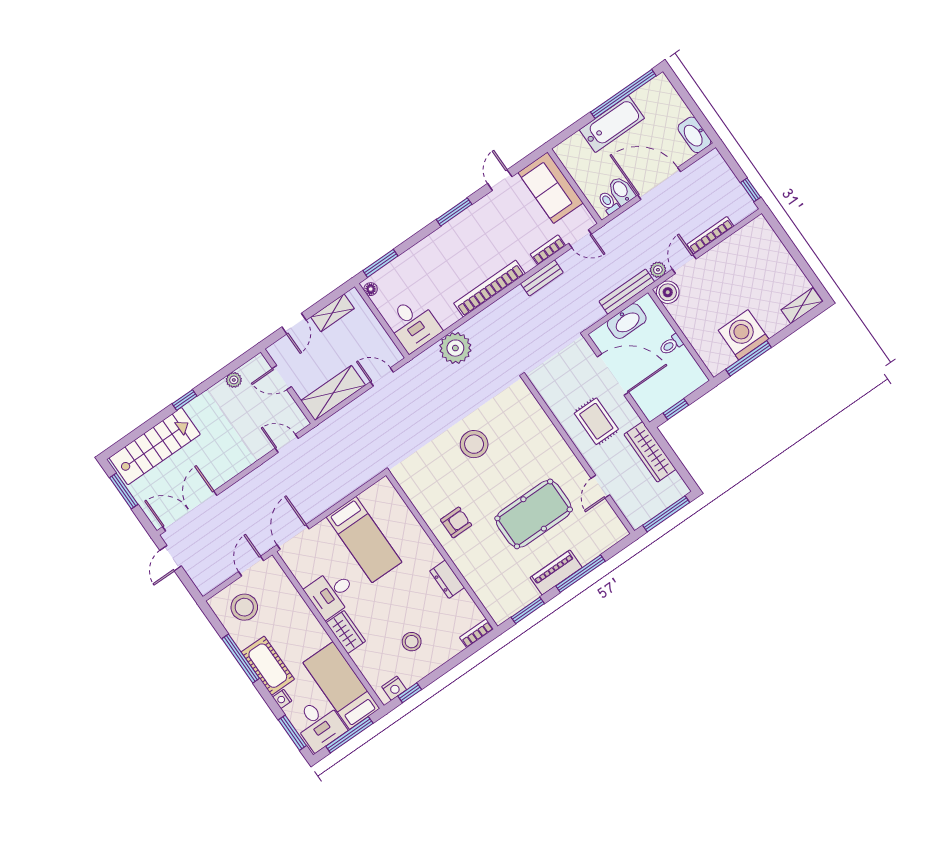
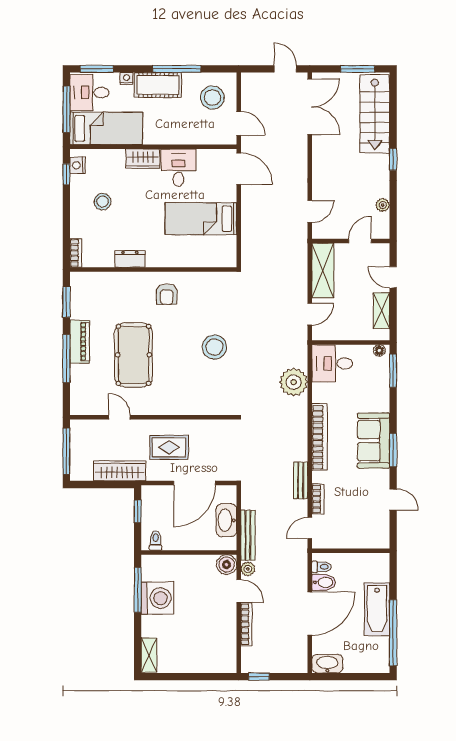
sofa: (551, 188) -> (373, 441), moved, turned -90
toilet: (671, 345) -> (156, 540), moved

